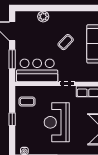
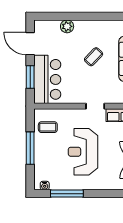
bar counter: (37, 70) -> (47, 79), moved, turned 90
window: (12, 119) -> (30, 148), width x2.17

